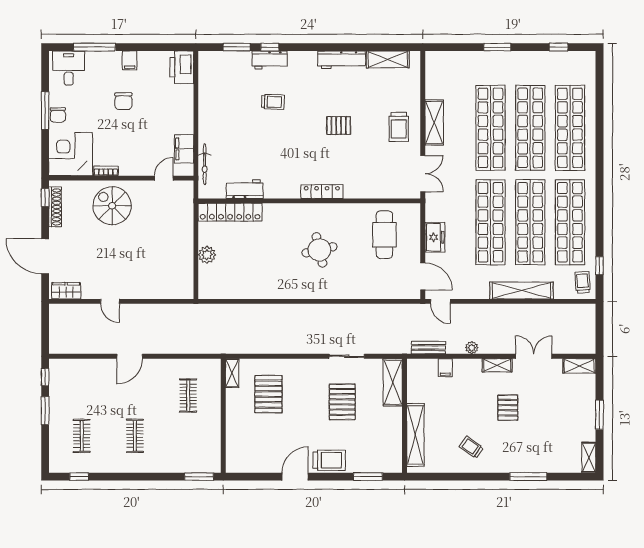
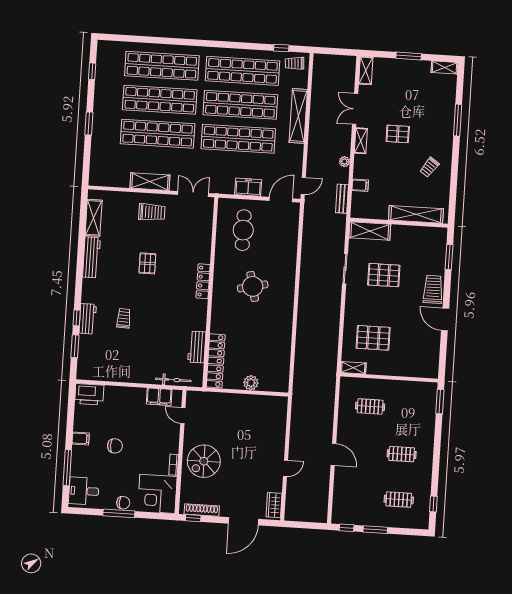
cafe table: (384, 235) -> (243, 230), turned 90

